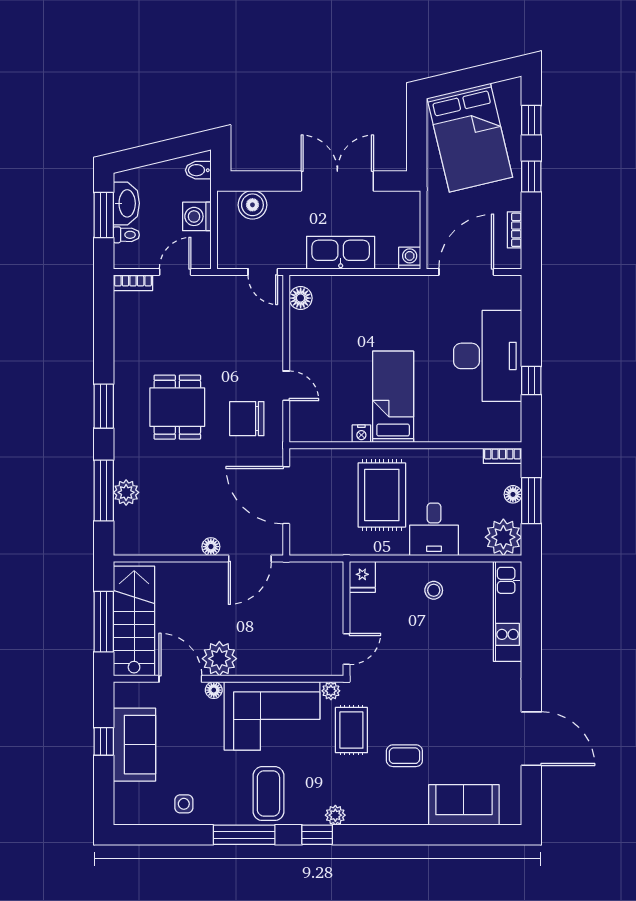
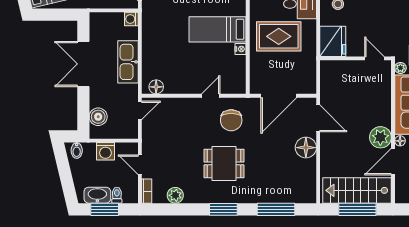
plant: (126, 492) -> (175, 195), moved
floor lamp: (211, 547) -> (306, 148), width x1.89, depth x1.89
fridge: (362, 577) -> (333, 41), width x1.88, depth x1.34

